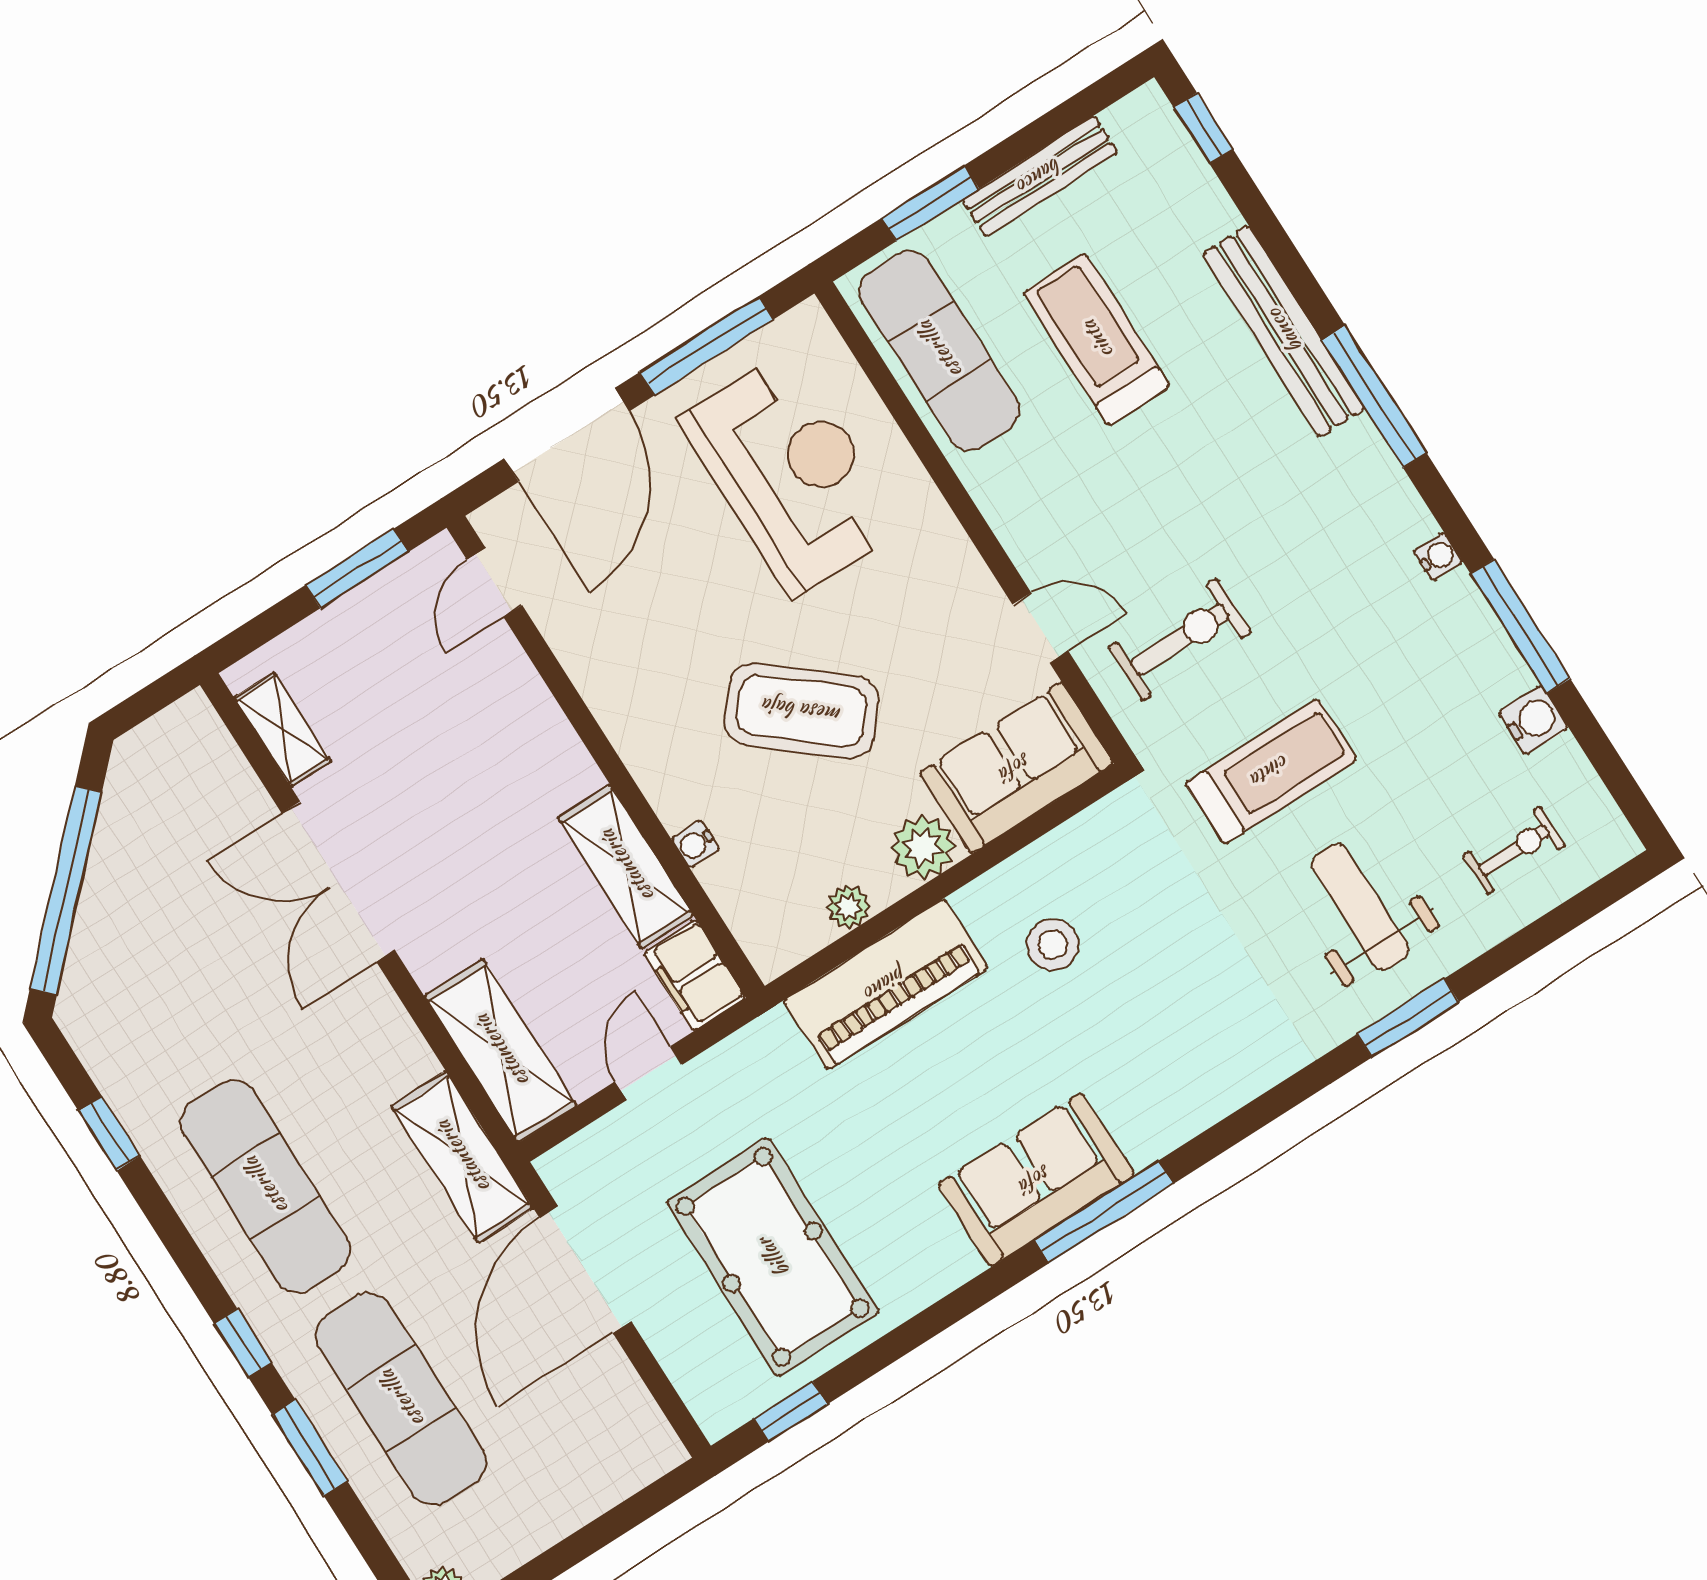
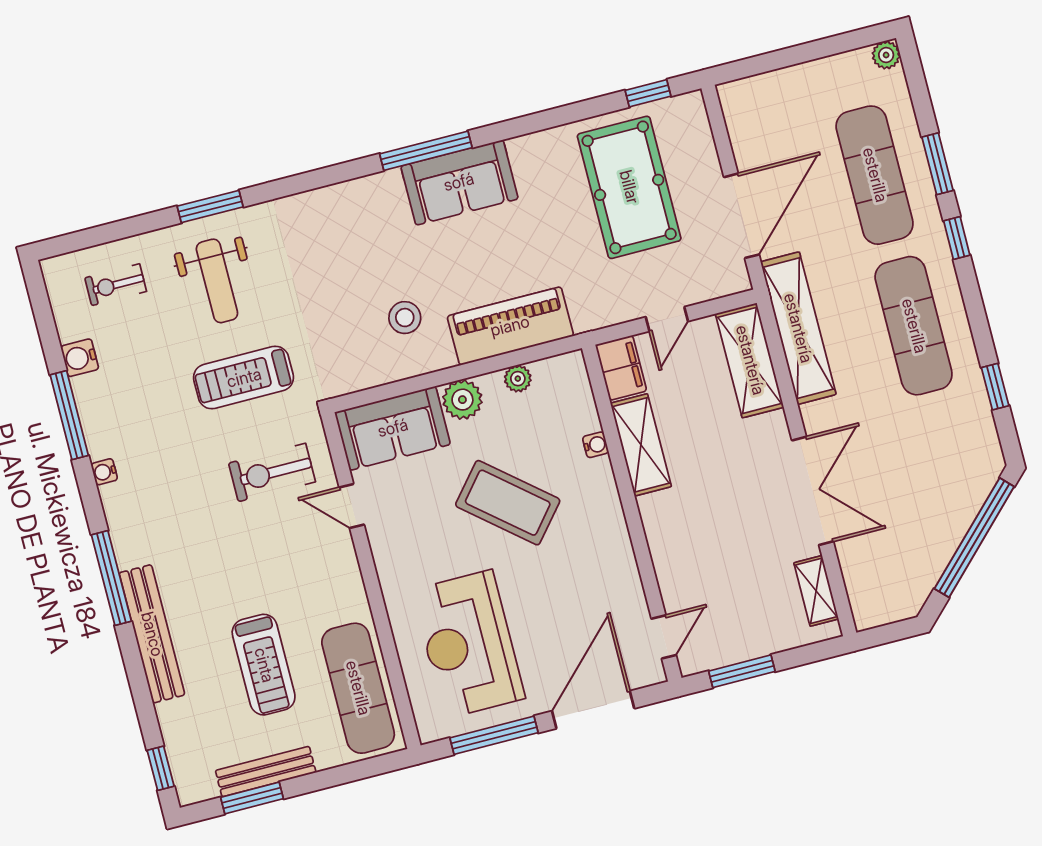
window: (930, 203) -> (252, 798), moved
shelving: (462, 1157) -> (798, 328), width x1.47

